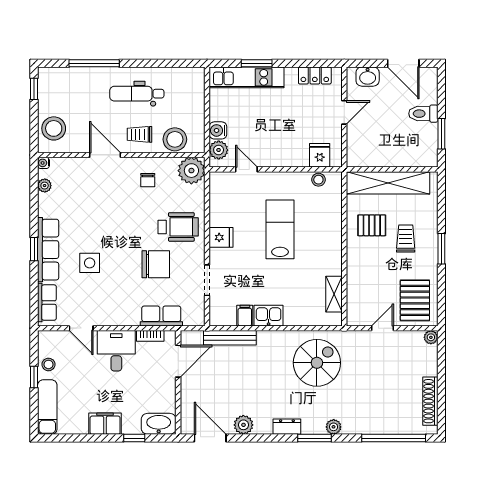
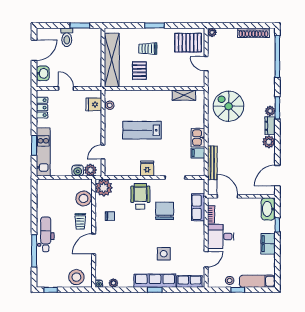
dental chair: (137, 94) -> (46, 234), moved, turned 180
plant: (243, 425) -> (269, 142), moved
plant: (334, 427) -> (270, 111), moved

